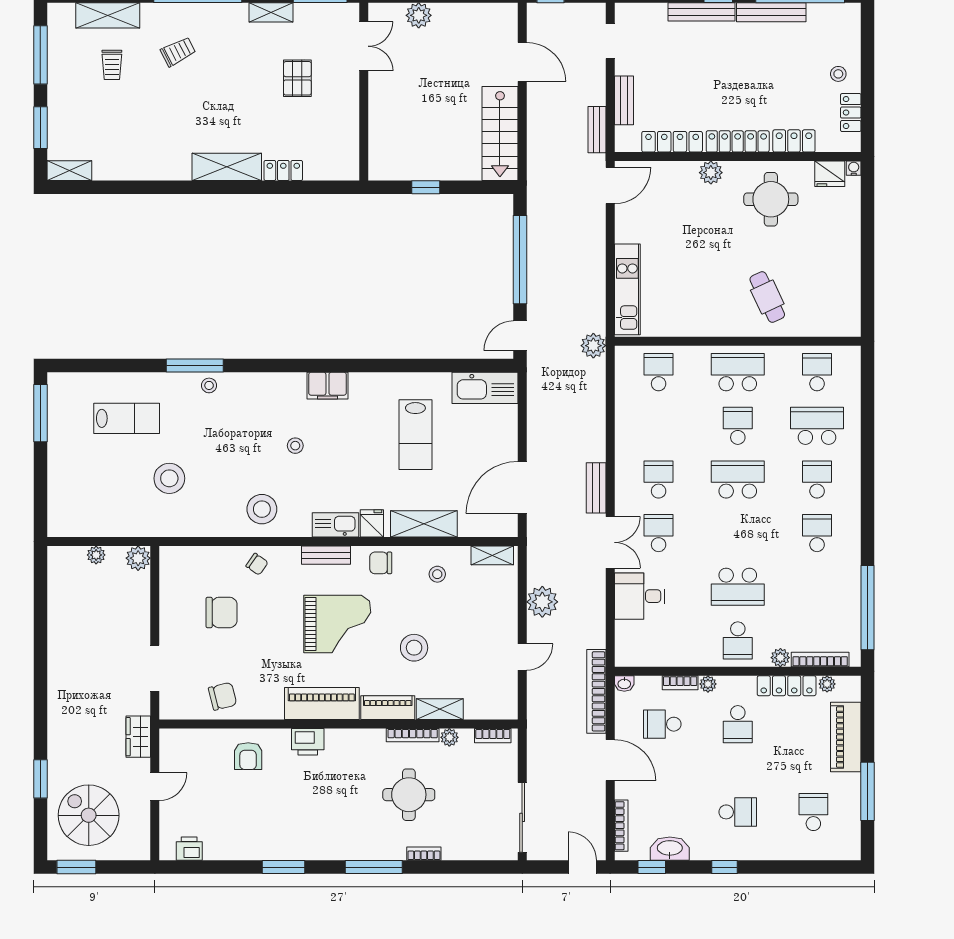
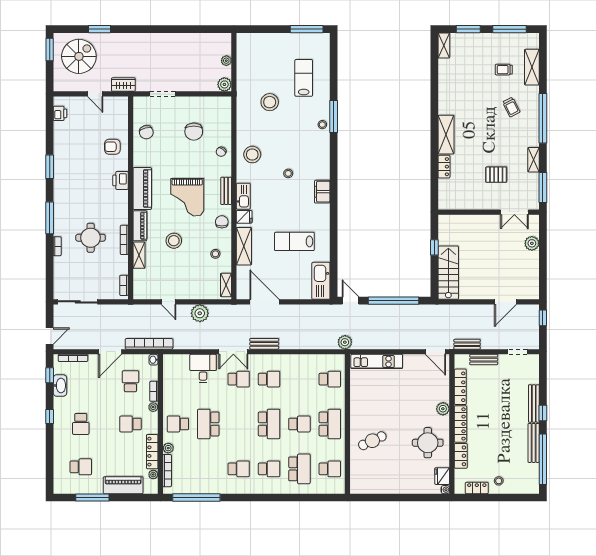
stairs: (500, 134) -> (448, 273), moved, turned 90
lab bench: (127, 418) -> (304, 78), turned 180
plant: (449, 737) -> (123, 261), removed

